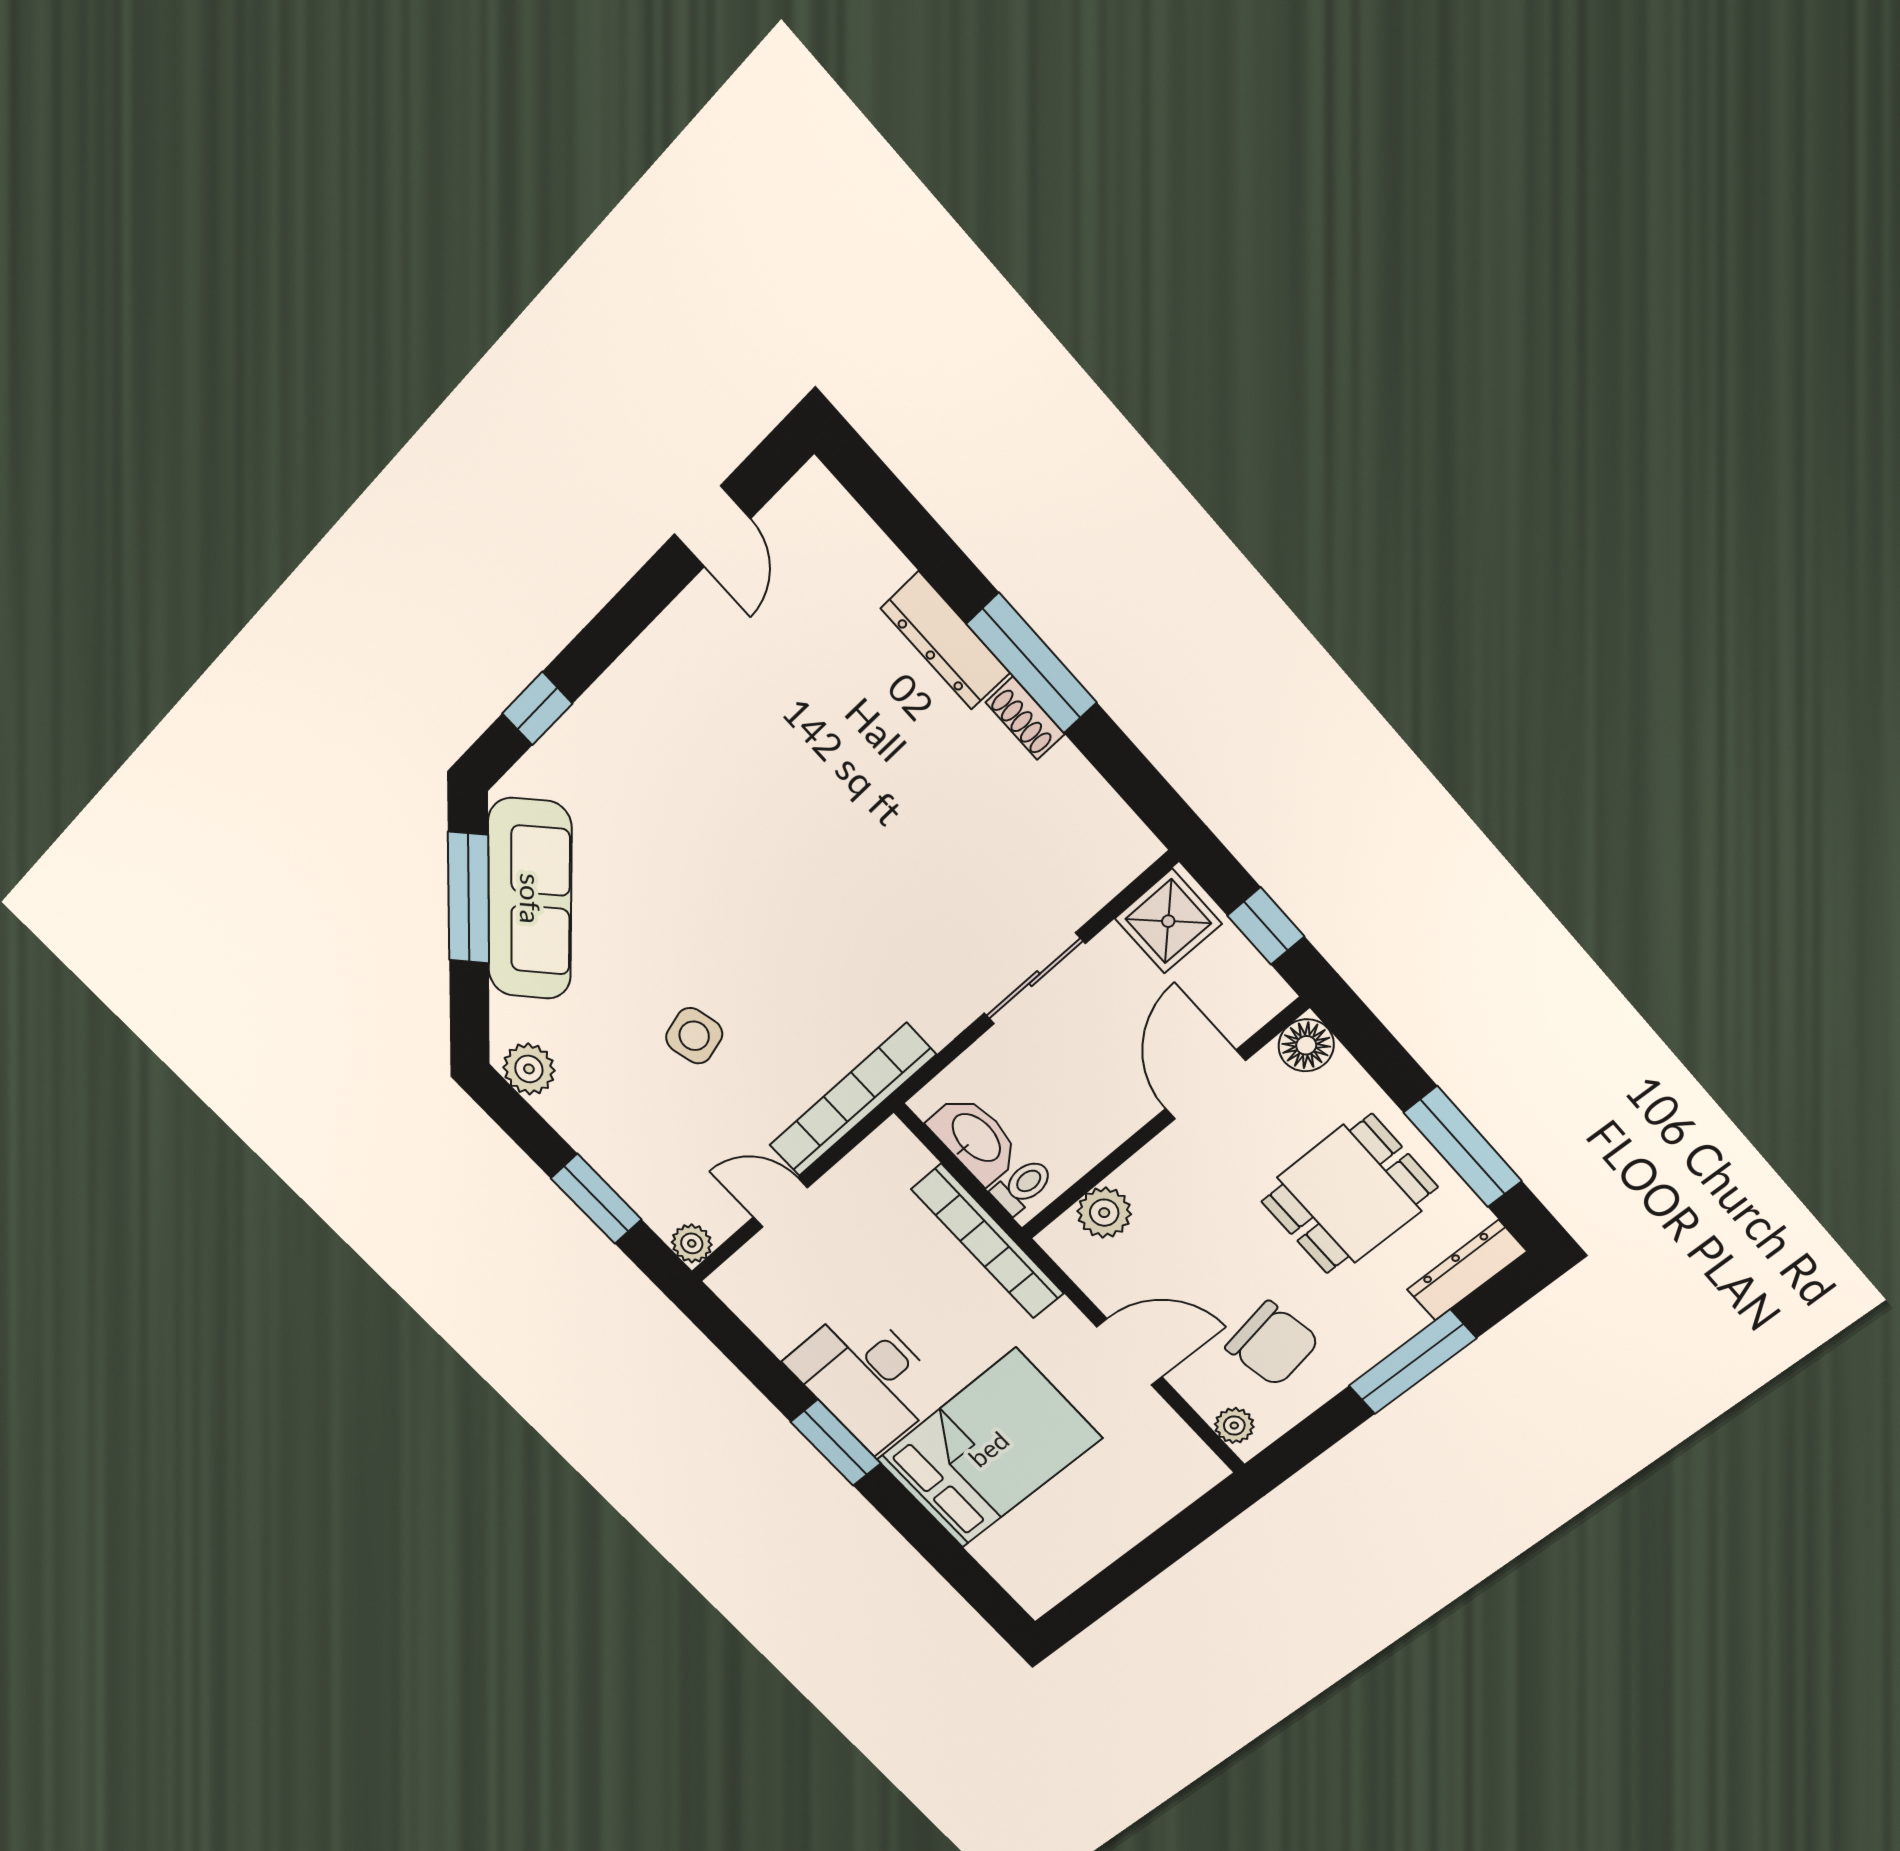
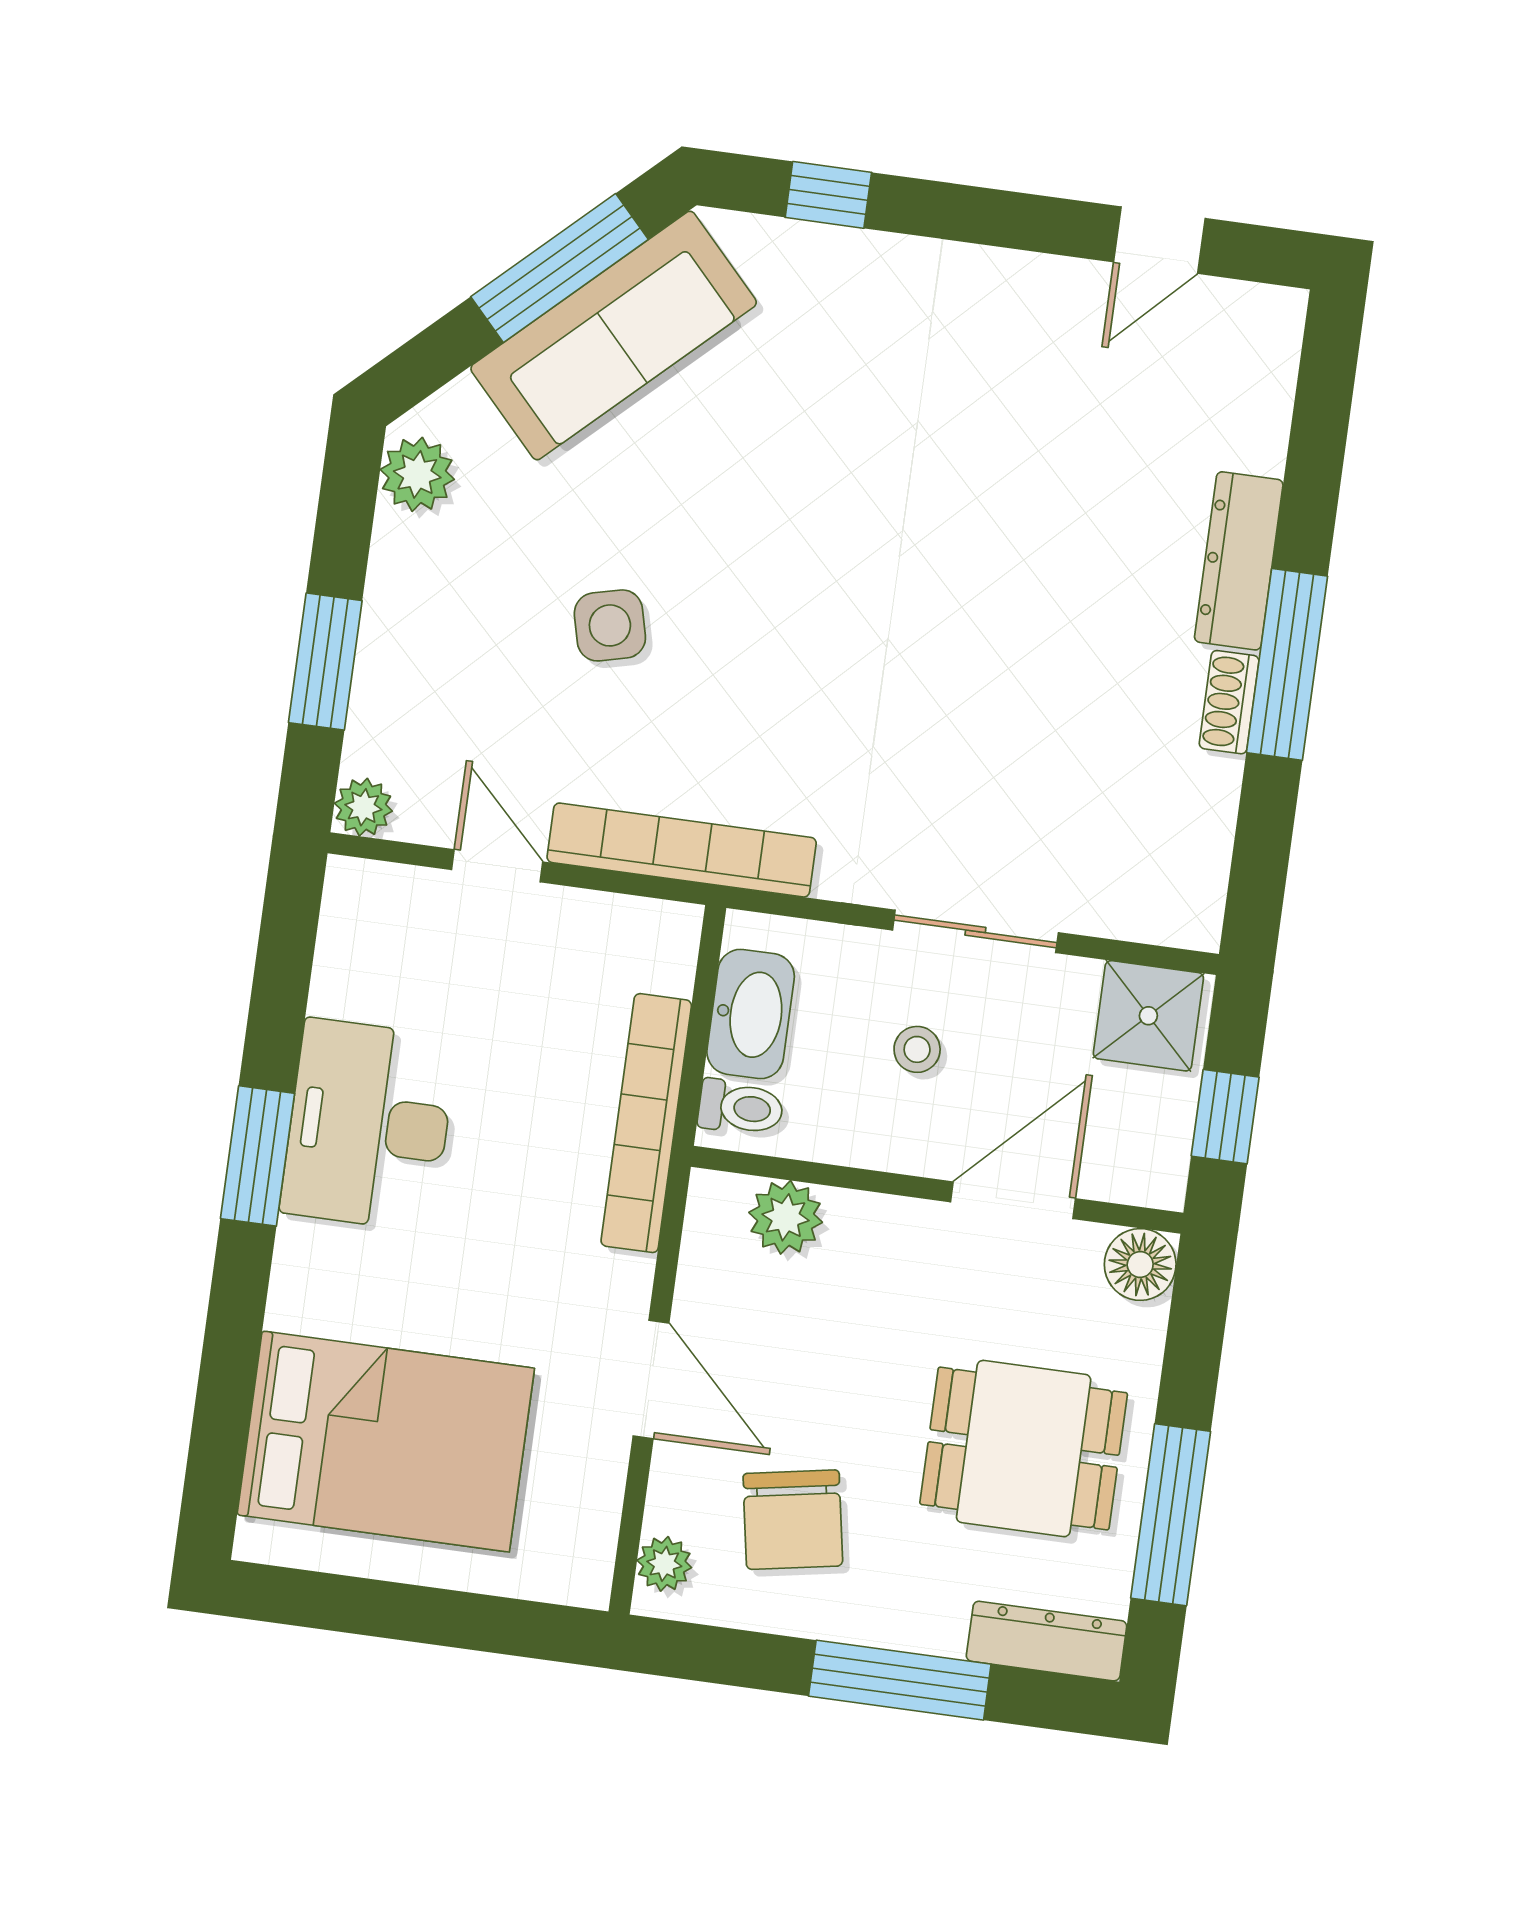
stool: (1073, 1066) -> (917, 1049), added
bed: (989, 1449) -> (386, 1442), moved

